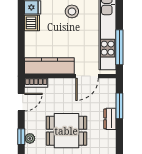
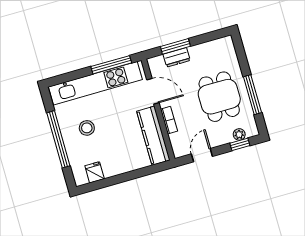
dishwasher: (32, 23) -> (112, 168), removed
bookcase: (36, 83) -> (169, 120), moved
door: (21, 102) -> (202, 155), hinge flipped
dresser: (110, 119) -> (177, 57), moved

